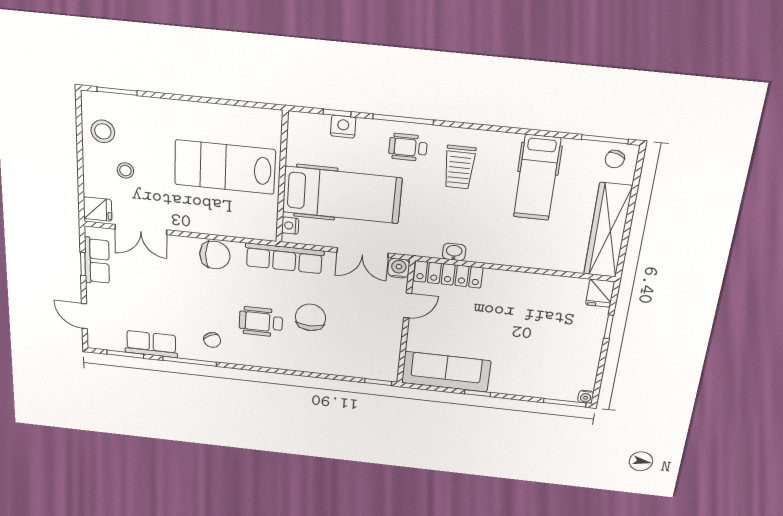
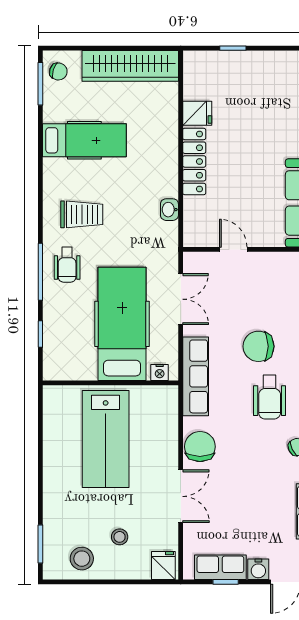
nightstand: (343, 127) -> (53, 327), removed
double door: (141, 229) -> (181, 496), moved
water cooler: (399, 268) -> (258, 569), moved, turned -90
locker: (448, 274) -> (194, 161), moved
fridge: (600, 293) -> (197, 113), moved

